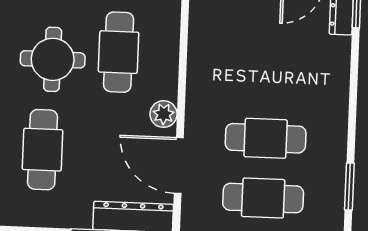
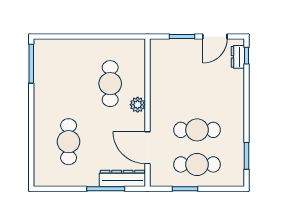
round table: (53, 59) -> (72, 89), removed
plant: (164, 114) -> (138, 105), moved

